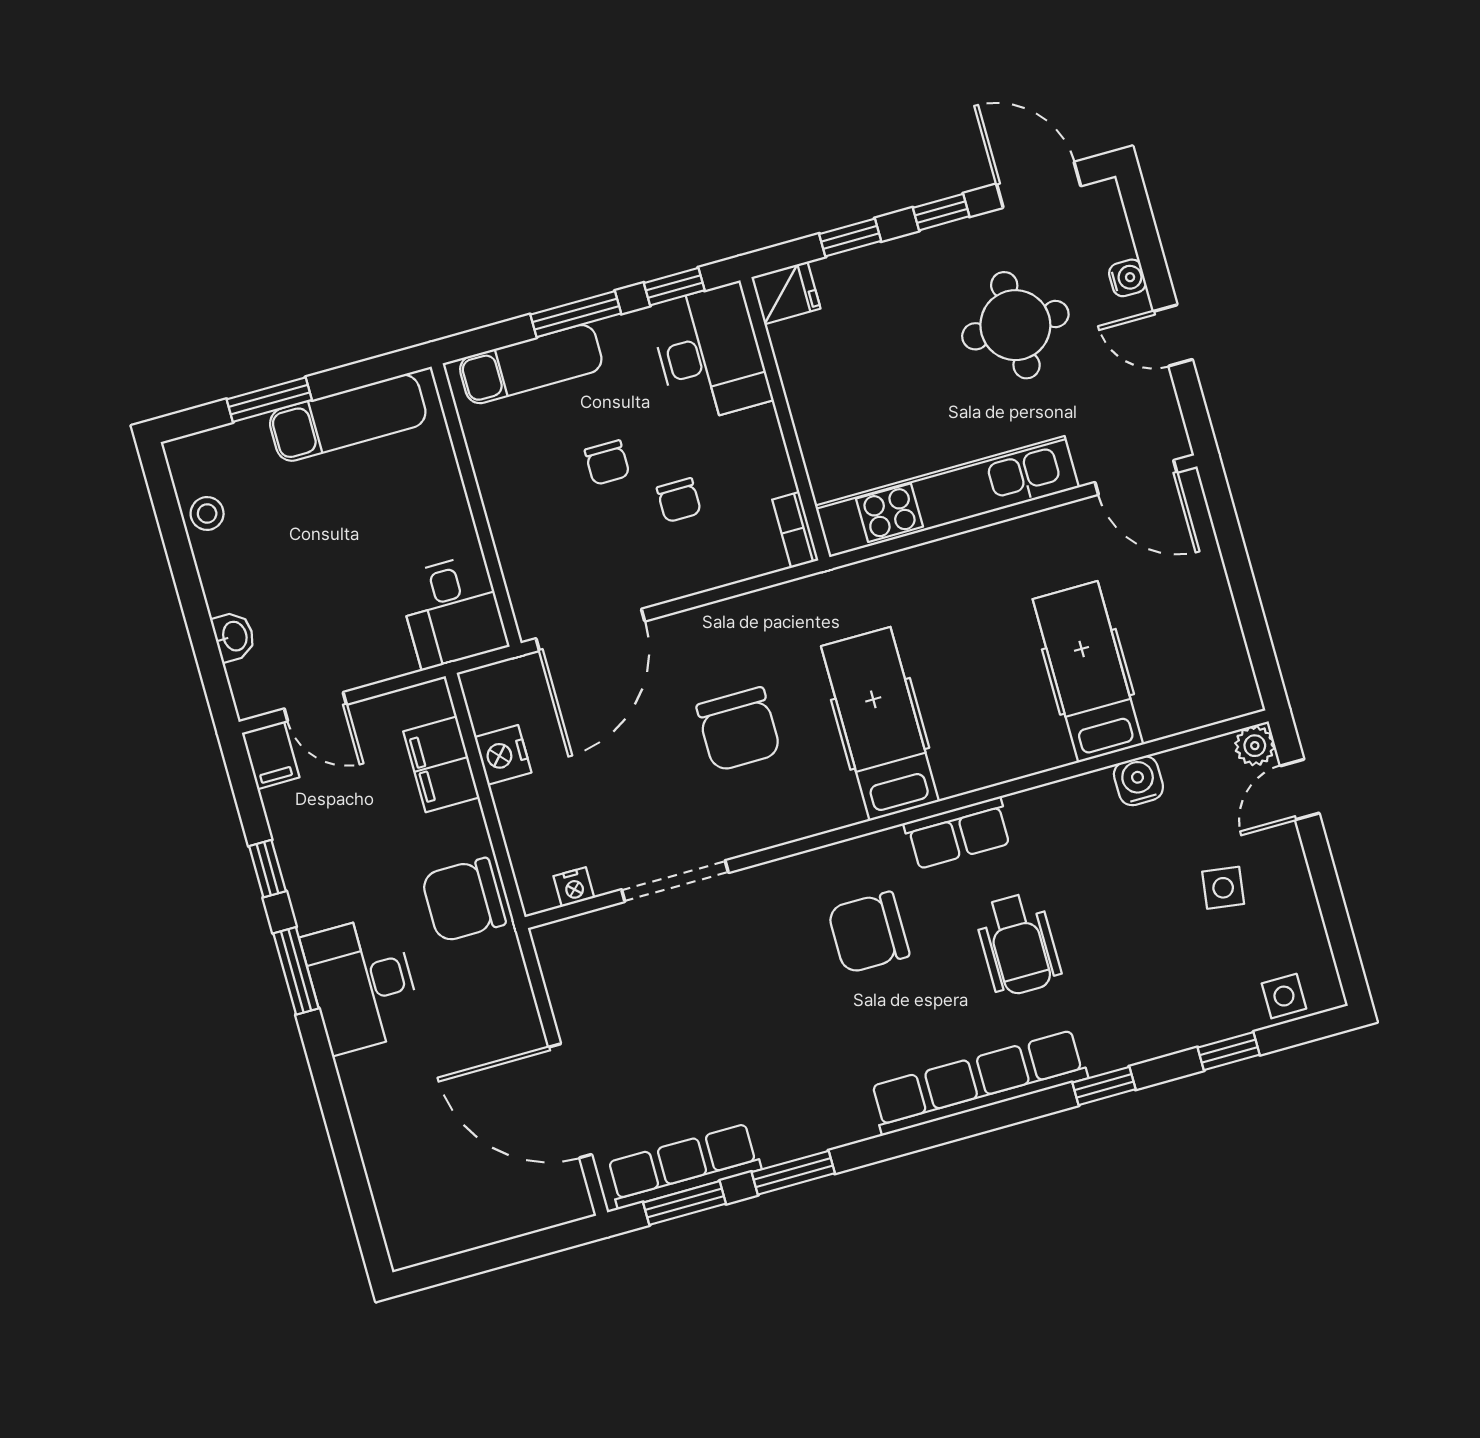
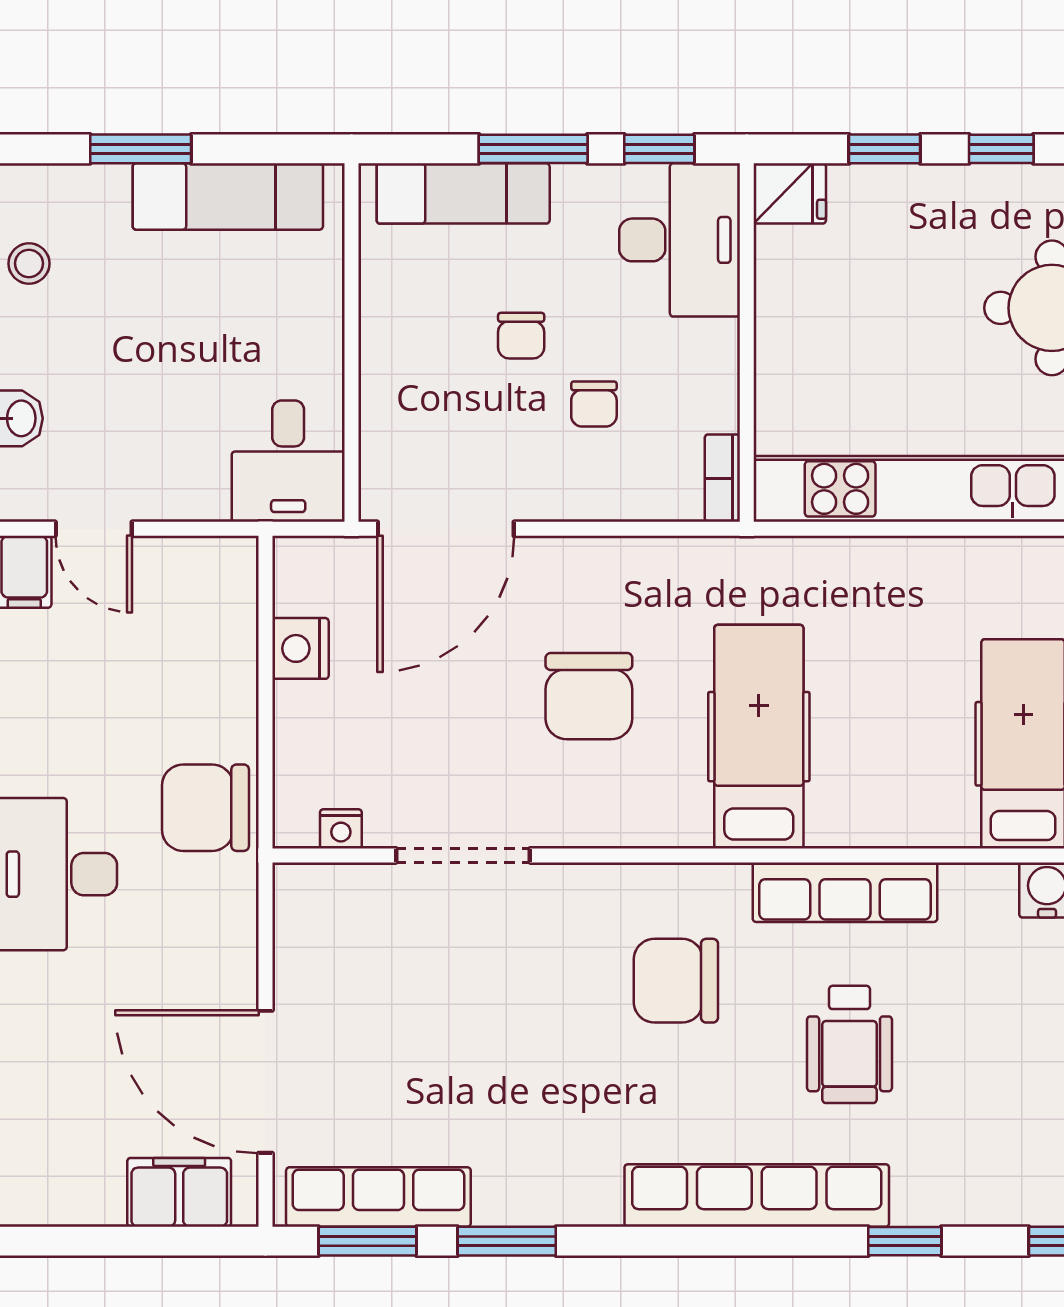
filing cabinet: (441, 764) -> (179, 1192), moved, turned 90
row of seats: (958, 833) -> (845, 892), width x1.48

